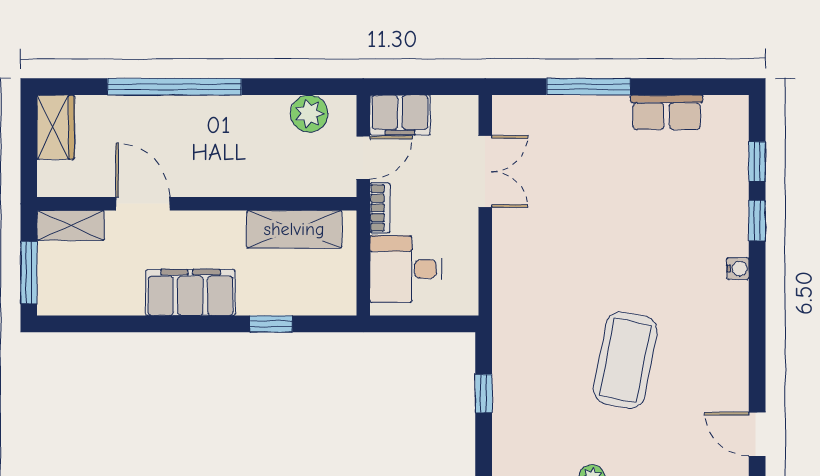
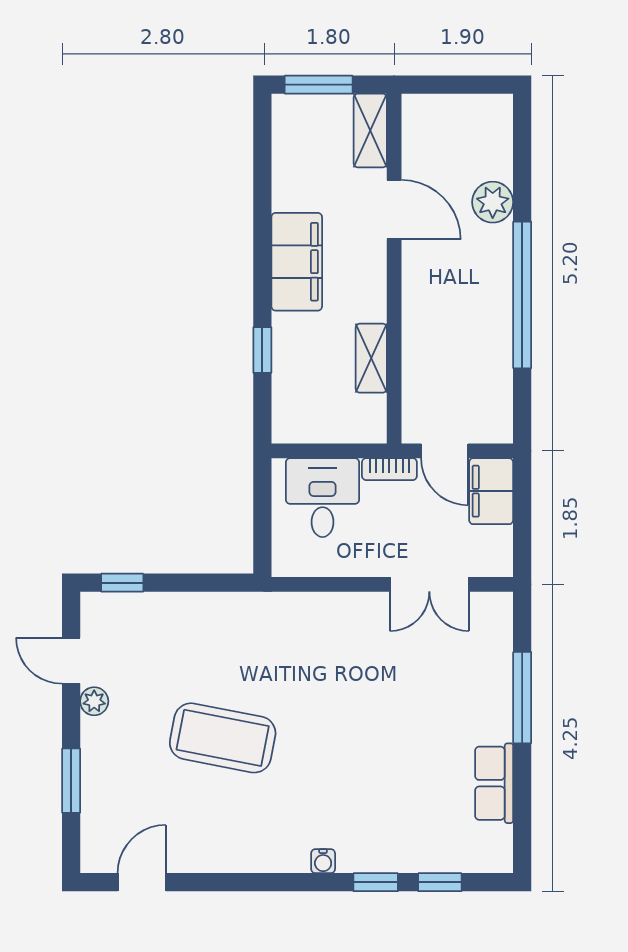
window: (174, 87) -> (522, 295), moved
plant: (309, 114) -> (493, 202), moved
wardrobe: (56, 127) -> (478, 114), removed
door: (143, 204) -> (394, 210), hinge flipped
shelving: (294, 229) -> (371, 358), width x0.67, depth x0.75
window: (484, 394) -> (122, 583), moved

